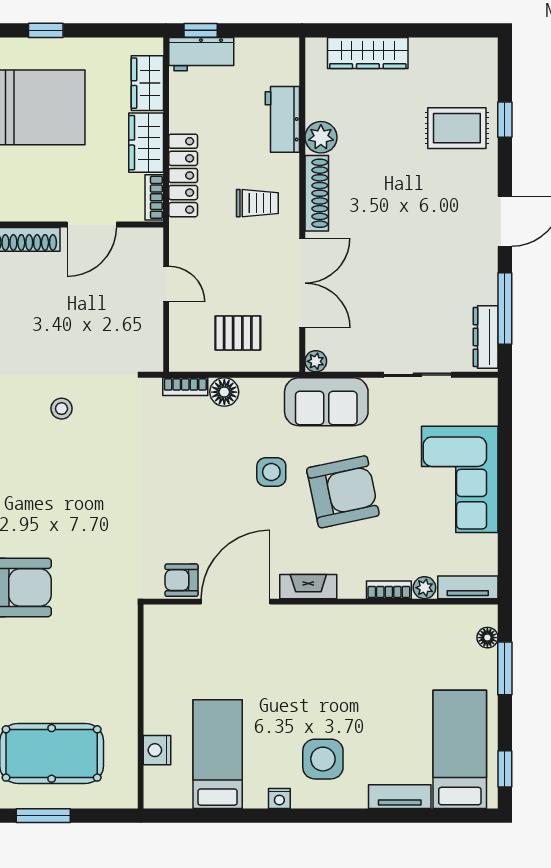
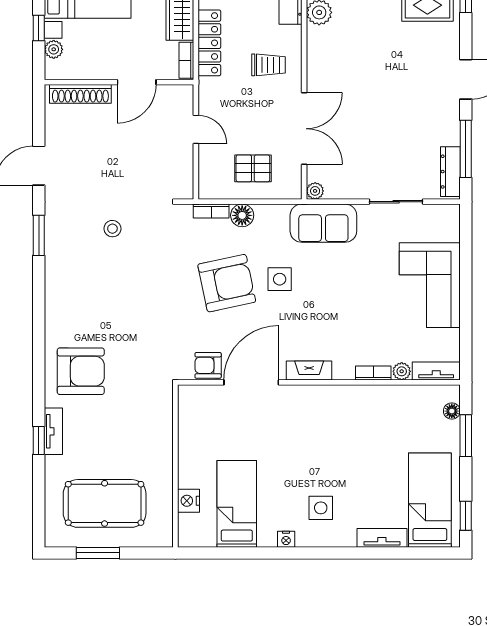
shoe rack: (317, 193) -> (316, 57), removed
armchair: (343, 492) -> (227, 283), moved
side table: (323, 759) -> (321, 508), width x0.73, depth x0.73

